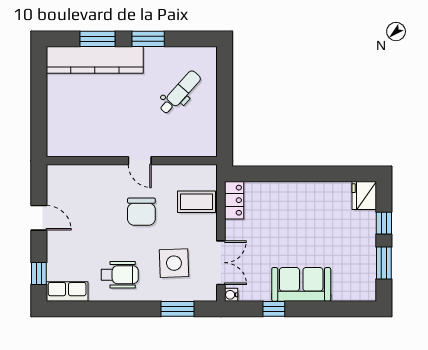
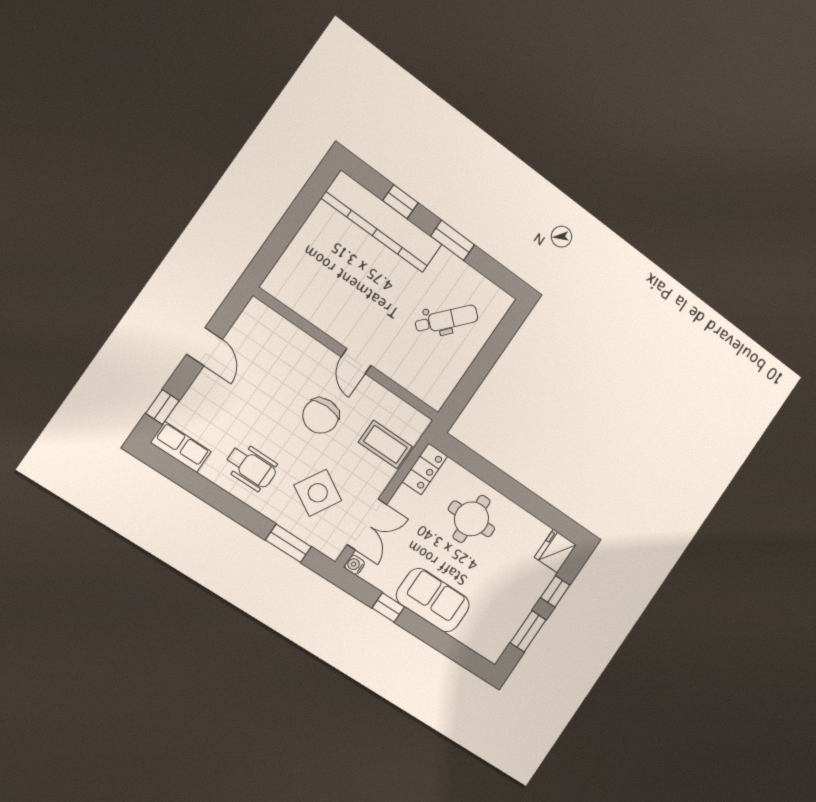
window: (98, 39) -> (400, 202), width x0.67
round table: (289, 212) -> (472, 519), added
side table: (174, 263) -> (318, 493), turned 32

